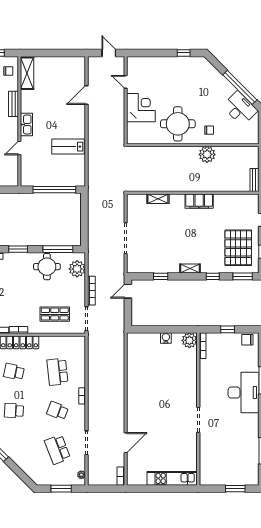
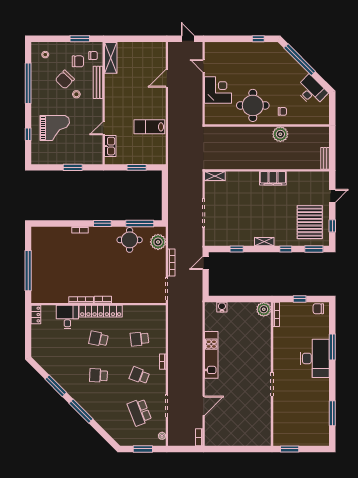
window: (240, 87) -> (300, 60), moved
bench: (13, 104) -> (98, 82), width x1.36
kitchen sink: (26, 125) -> (110, 146), moved
window: (54, 190) -> (137, 167), width x0.47
shelving: (158, 199) -> (215, 176), moved
shop shelf: (55, 314) -> (137, 285), removed
water cooler: (166, 338) -> (222, 307), moved
school desk: (57, 372) -> (139, 339), width x0.54
kitchen unit: (172, 478) -> (211, 355), moved, turned 90
window: (235, 489) -> (290, 449), moved

